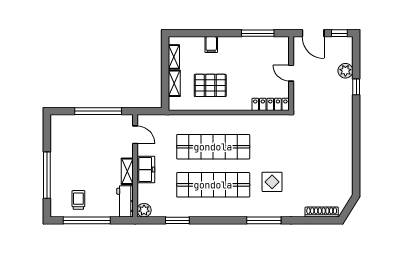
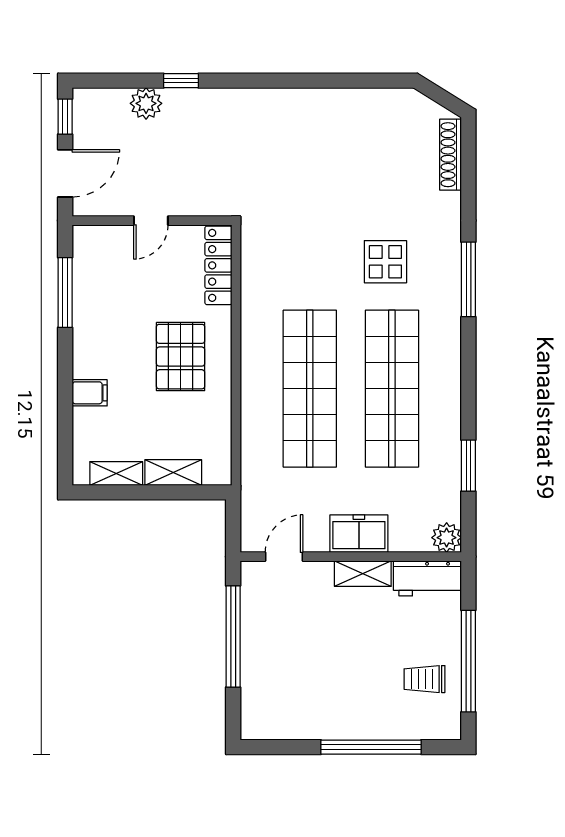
pallet: (210, 85) -> (181, 357), moved

